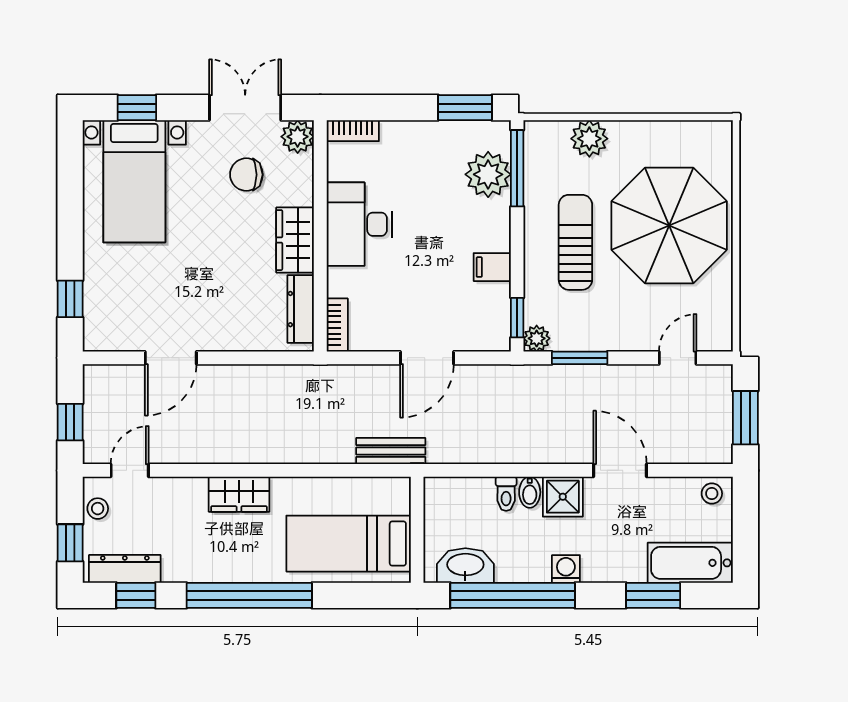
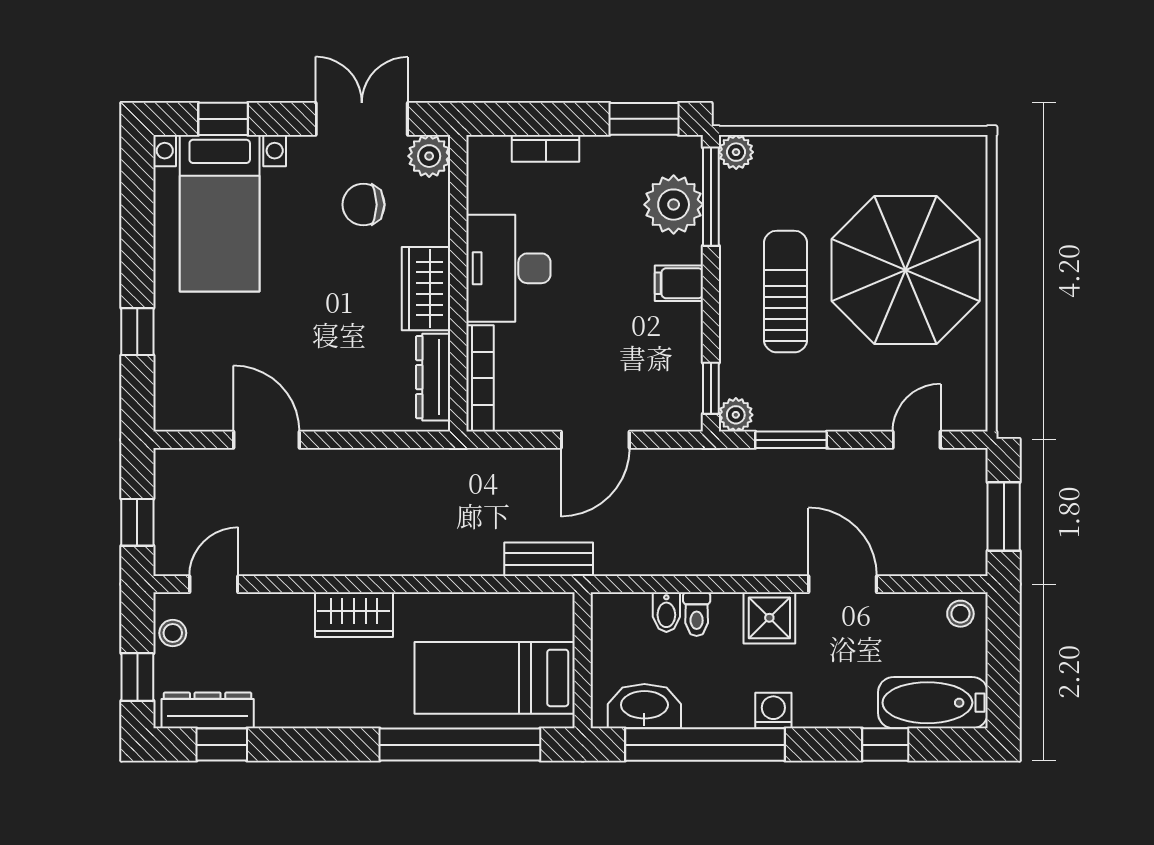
bookcase: (353, 131) -> (546, 148), moved
plant: (589, 139) -> (736, 152), moved, width x0.73, depth x0.73
filing cabinet: (492, 267) -> (679, 283), moved
window: (70, 299) -> (137, 332), moved
bookcase: (337, 325) -> (480, 378), width x1.56
door: (171, 358) -> (266, 440), swing flipped
bidet: (530, 492) -> (666, 612), moved
window: (249, 595) -> (460, 745), moved
window: (653, 595) -> (885, 745), width x0.67

